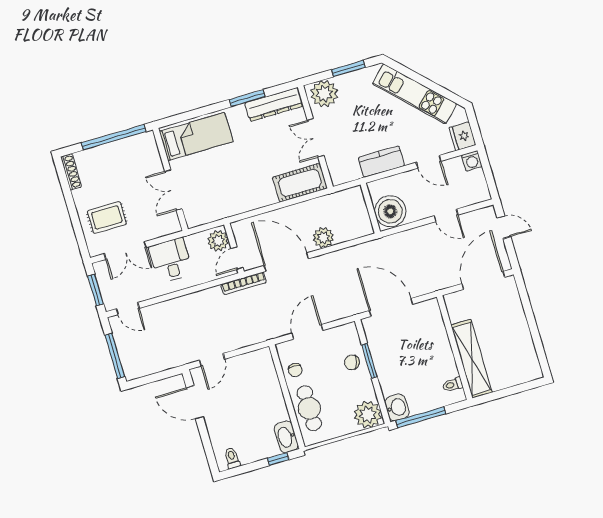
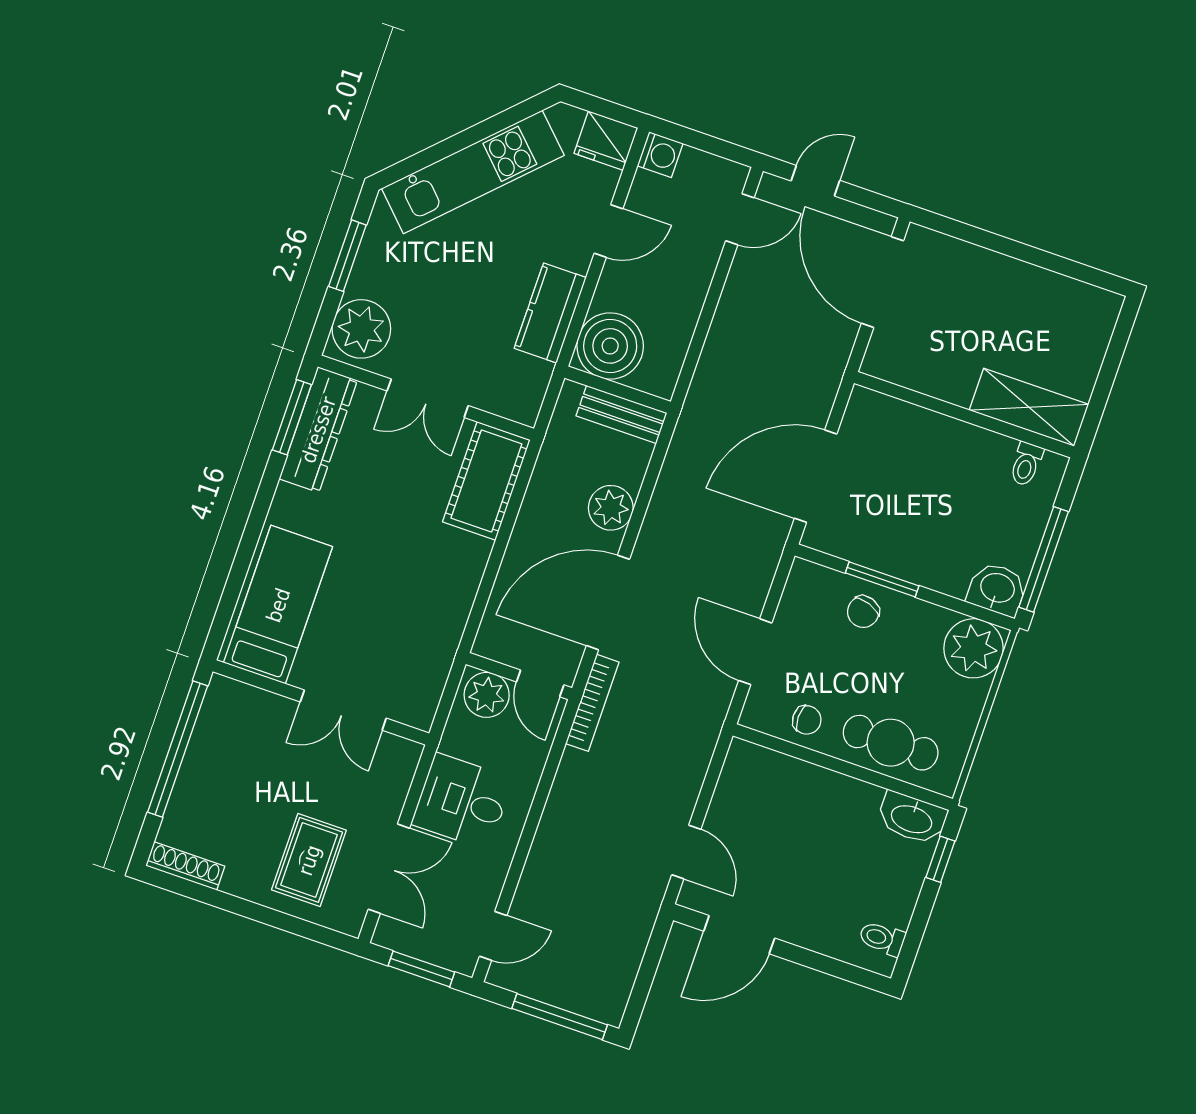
window: (247, 98) -> (292, 417), moved
boiler: (390, 211) -> (610, 346), moved
door: (446, 215) -> (740, 219), moved
bench: (362, 216) -> (621, 414), added
shelving: (472, 359) -> (1029, 407), width x0.68

